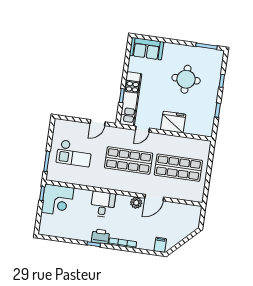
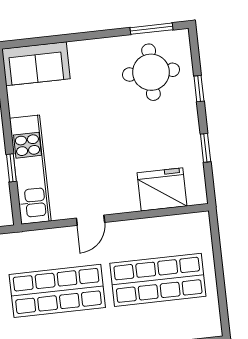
round table: (186, 79) -> (151, 72), moved
fridge: (173, 122) -> (162, 189), moved
door: (142, 129) -> (90, 220), moved

